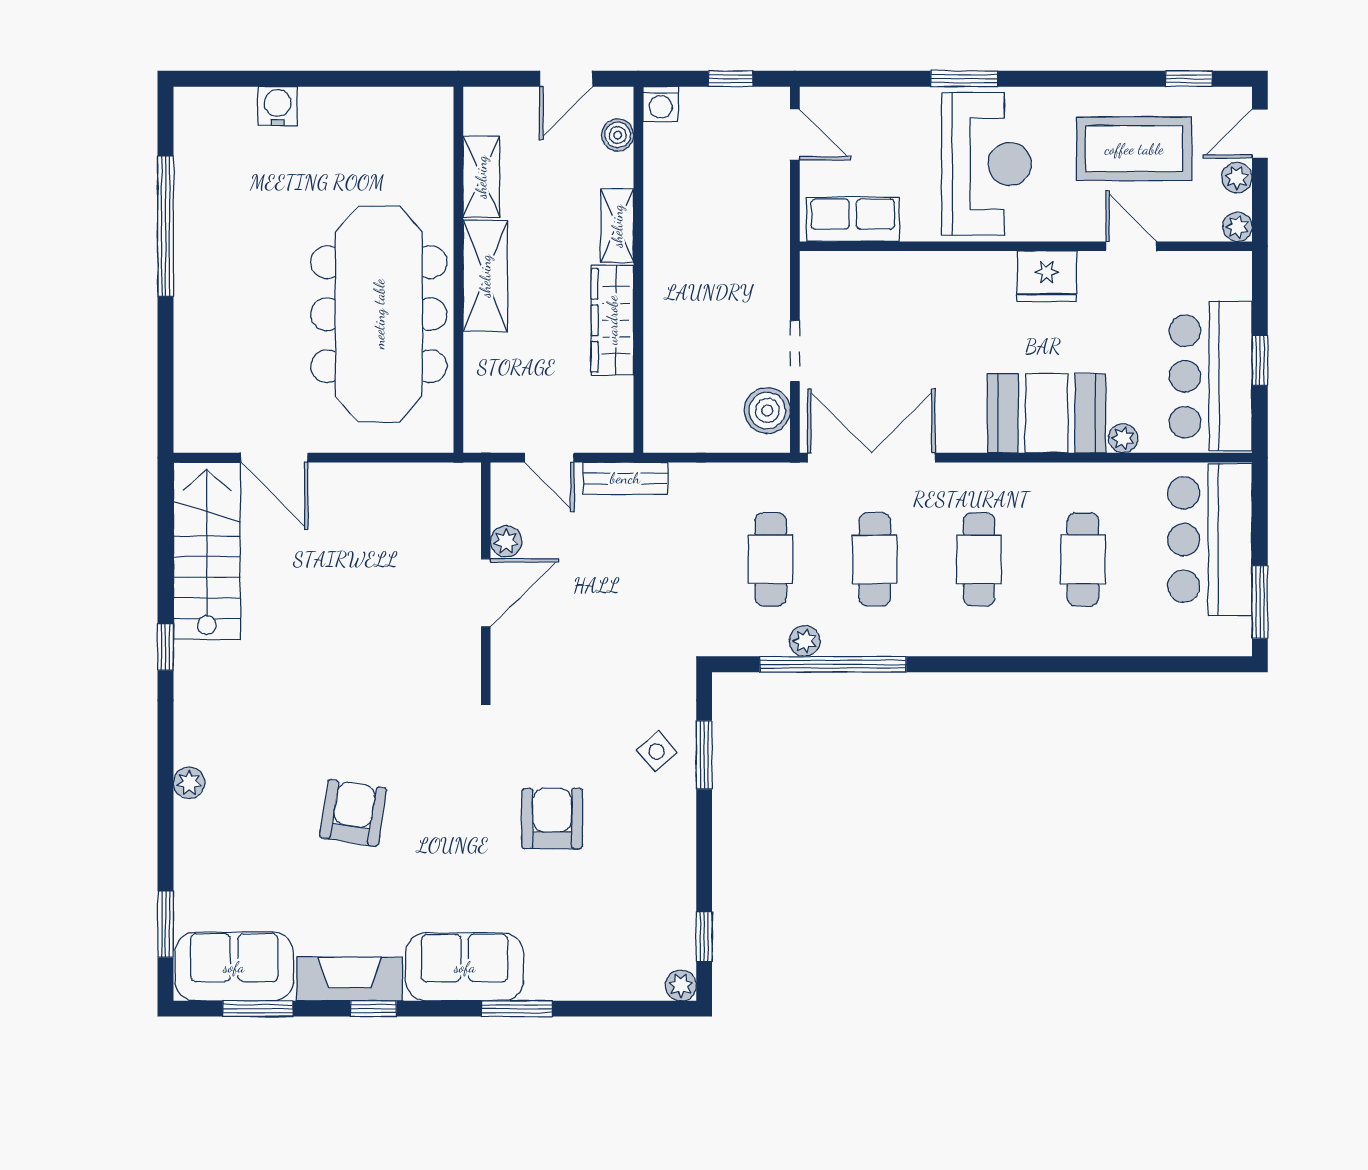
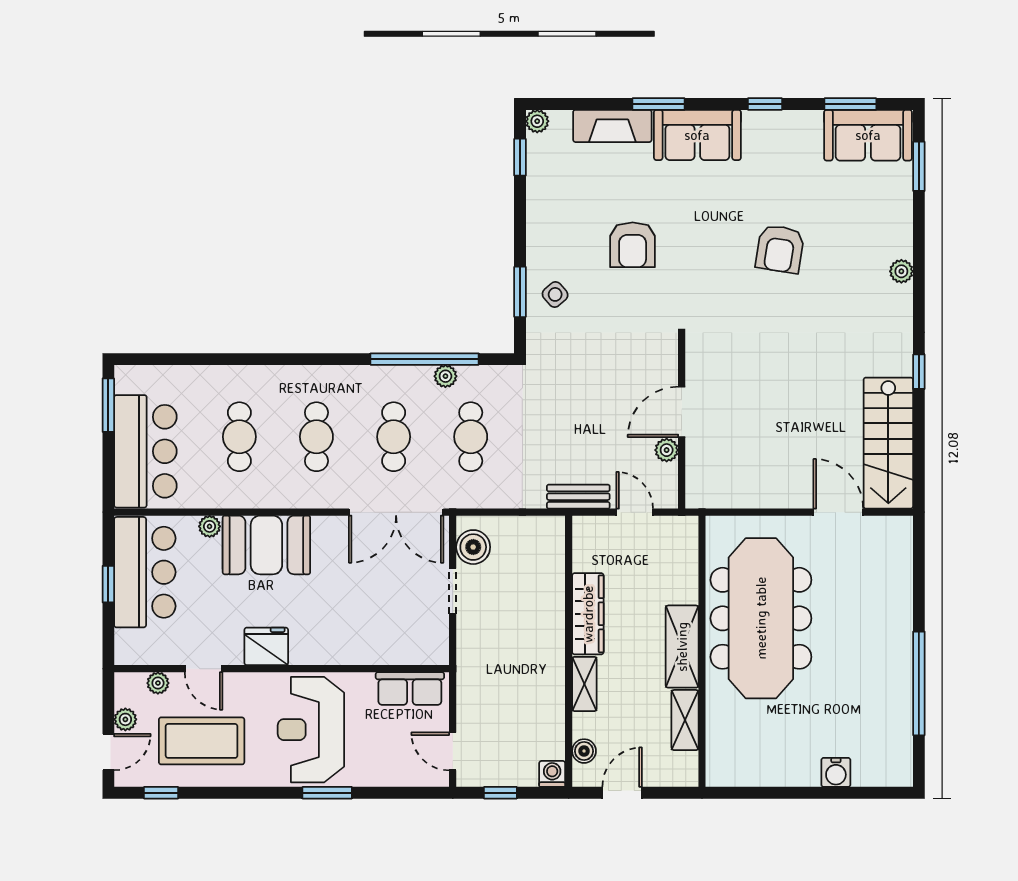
plant: (1237, 227) -> (158, 683), moved
fireplace: (350, 979) -> (612, 126), moved

